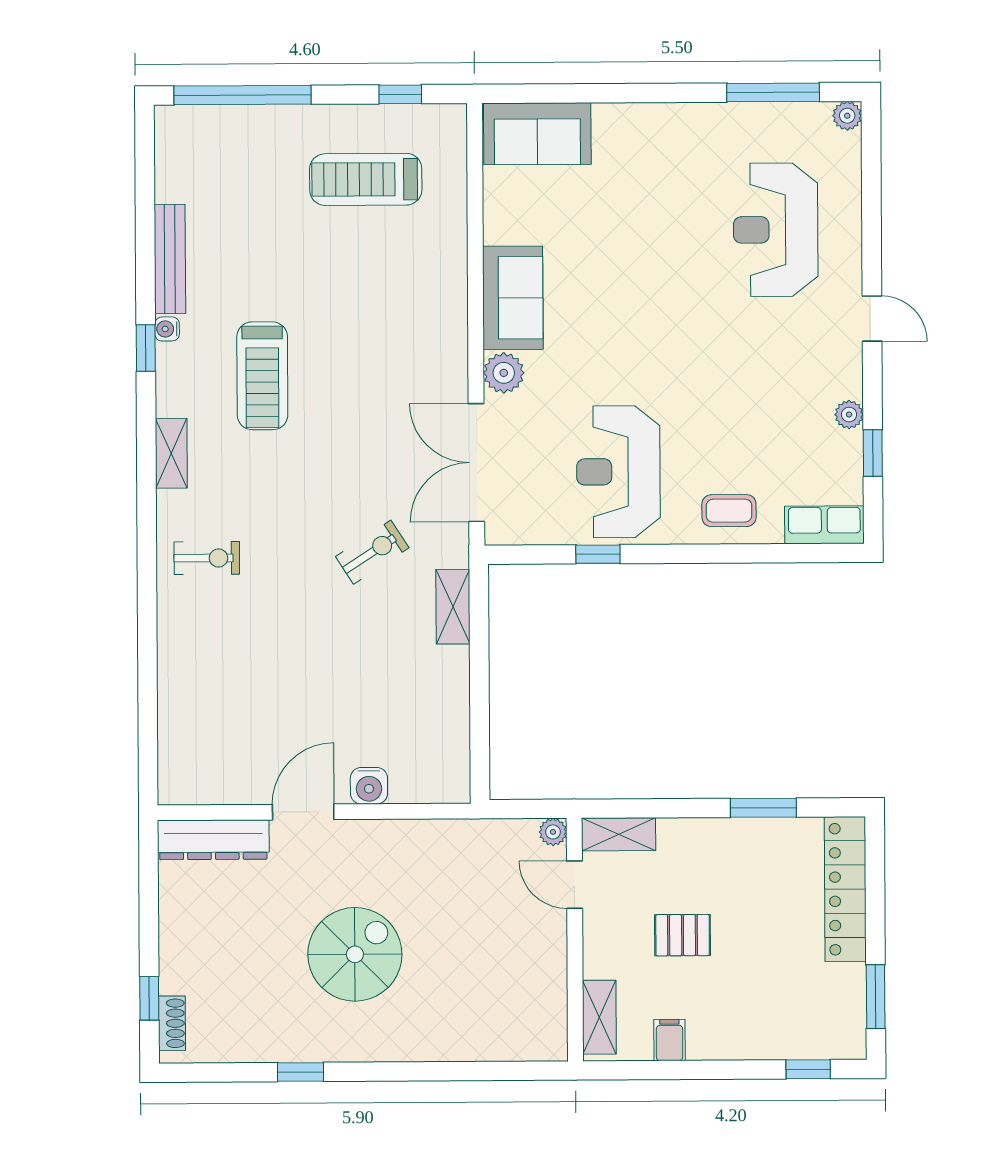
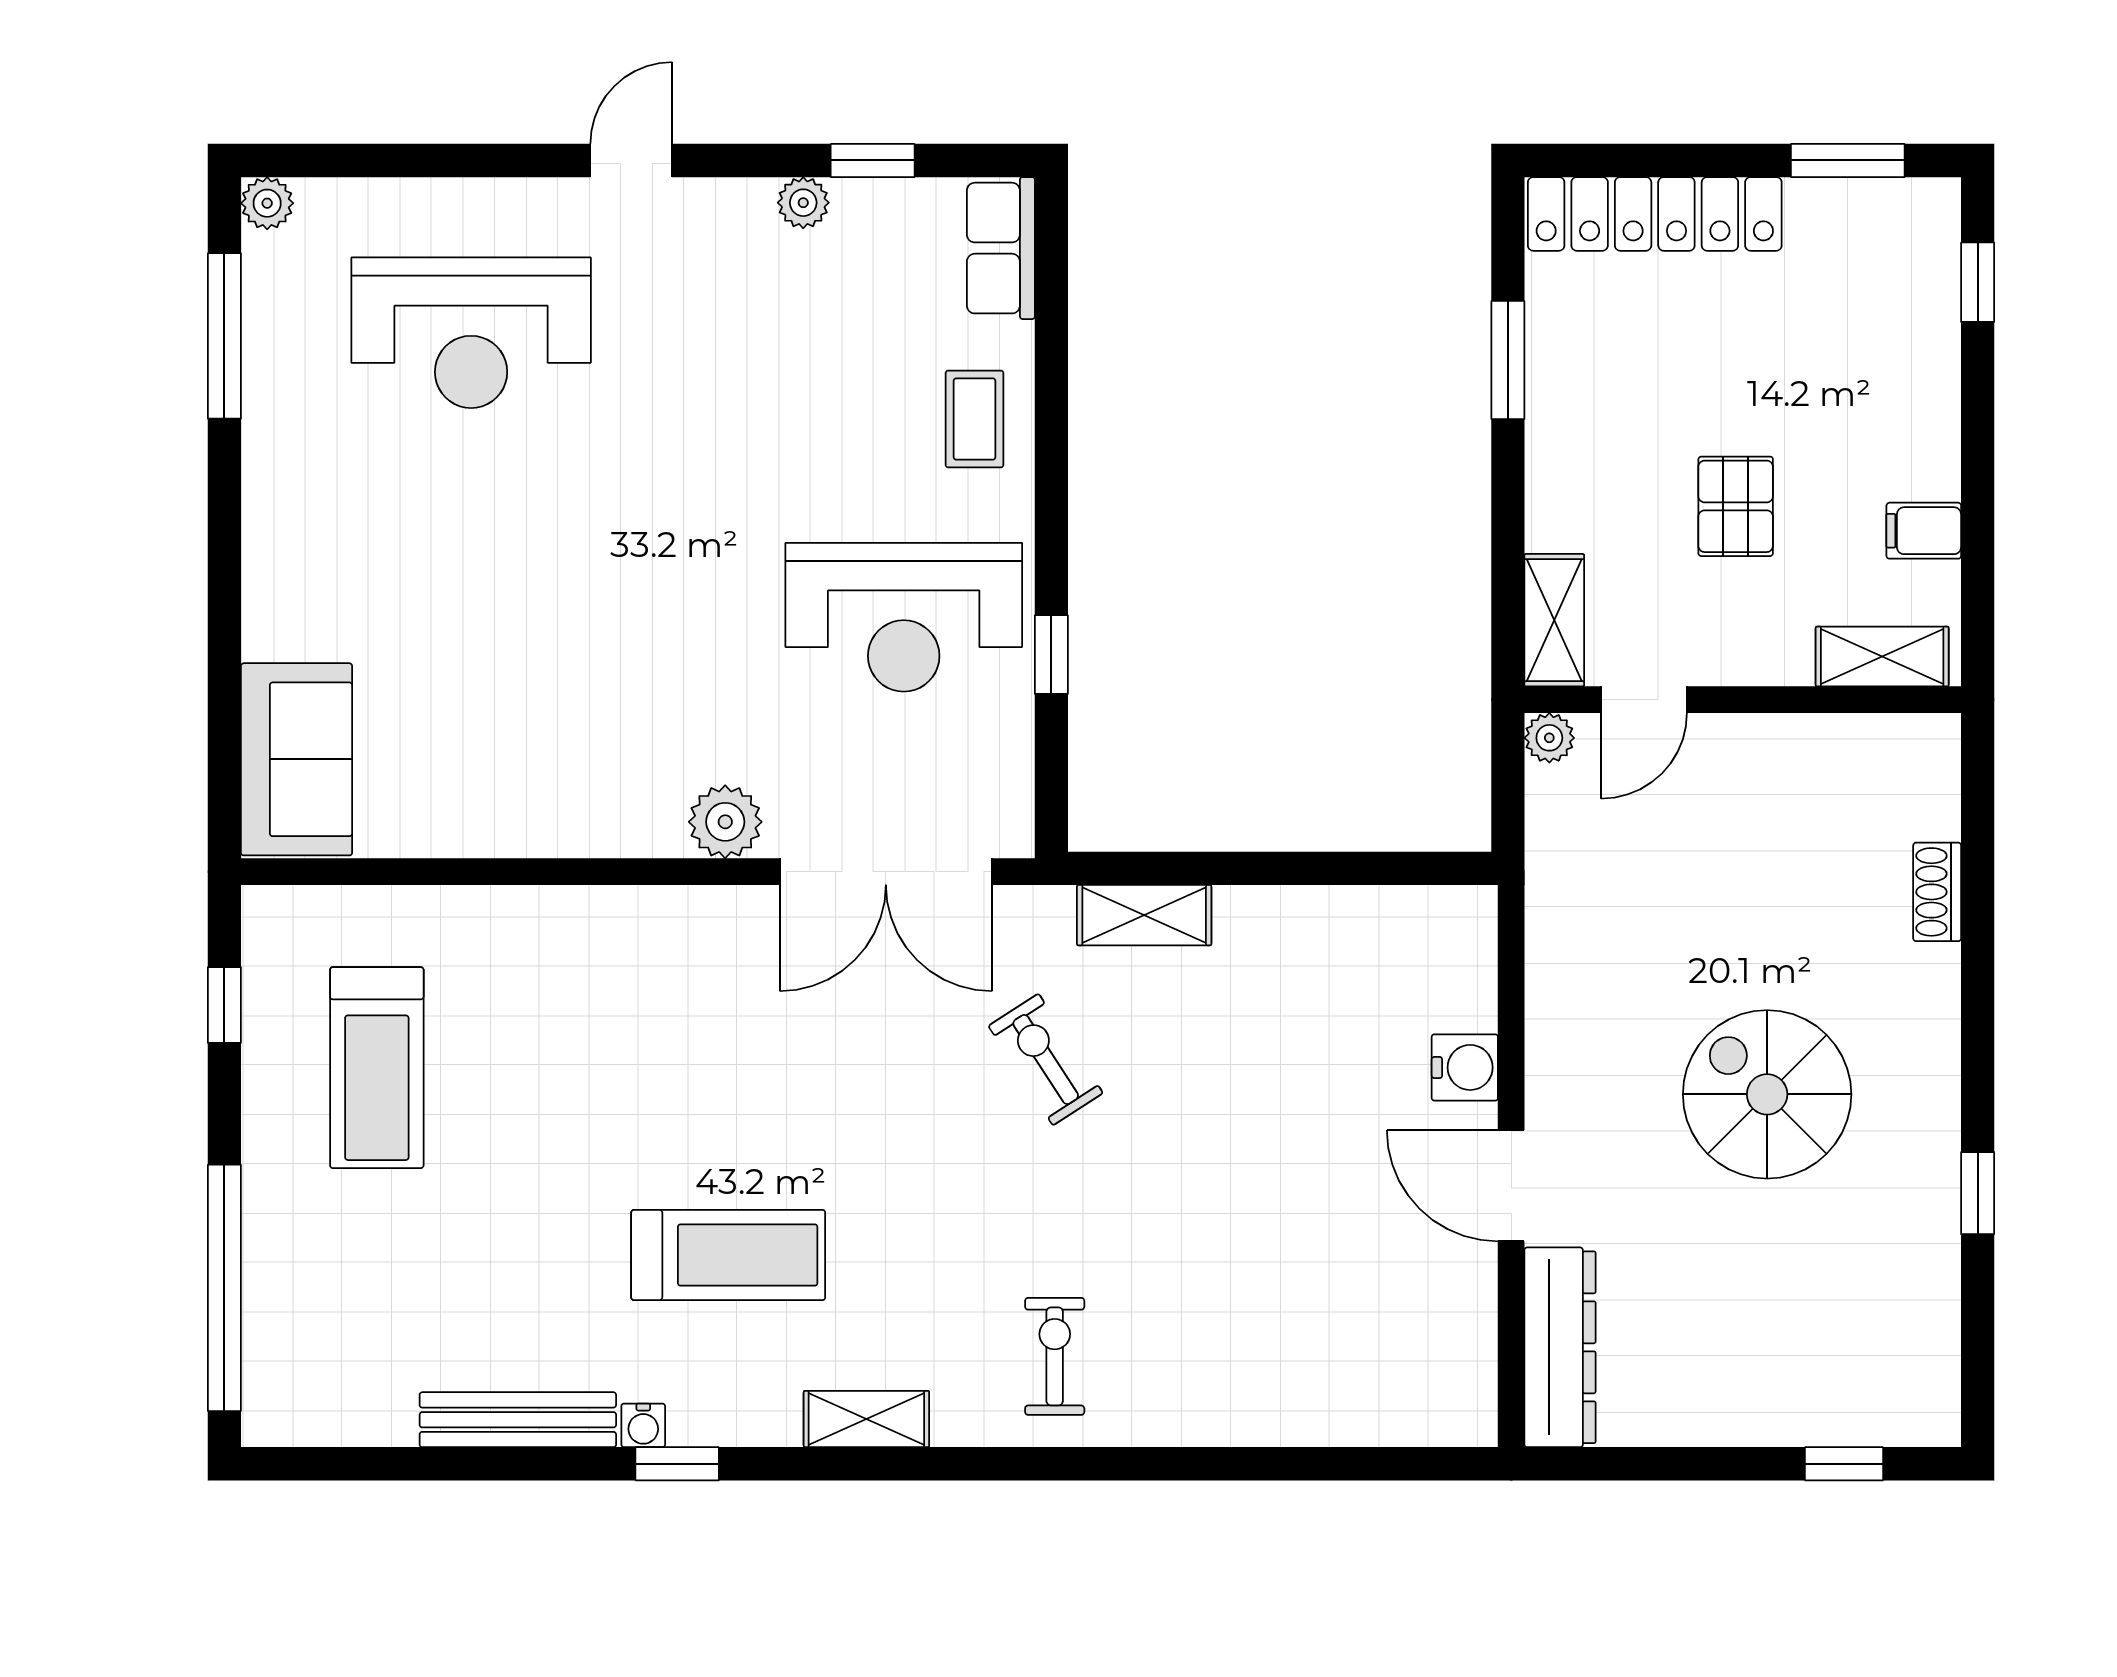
sofa: (513, 298) -> (591, 805), removed
shoe rack: (172, 1023) -> (1937, 892), moved, turned -90

